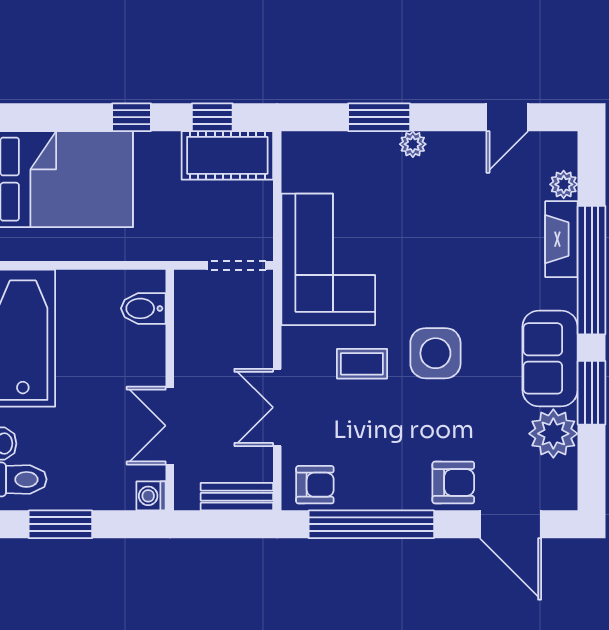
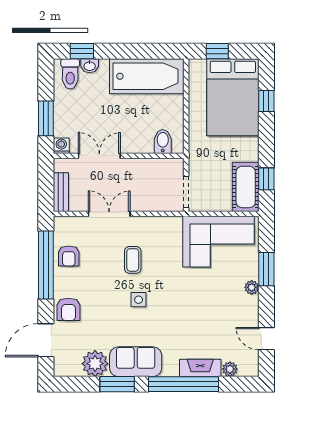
window: (131, 117) -> (266, 101), moved
corner sofa: (328, 259) -> (219, 242), moved
side table: (435, 353) -> (139, 300), width x0.54, depth x0.54
armchair: (315, 485) -> (69, 256), moved
window: (60, 524) -> (46, 118), moved

